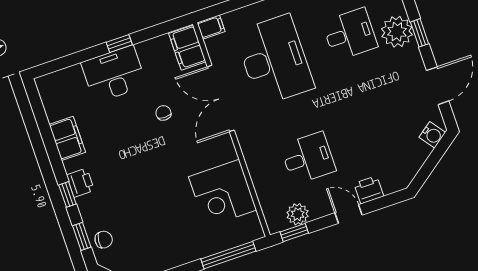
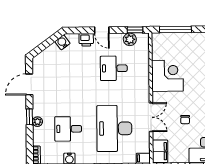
plant: (397, 32) -> (37, 122), width x0.53, depth x0.53
double door: (221, 98) -> (151, 117), width x0.73
water cooler: (432, 135) -> (62, 42), moved
corner desk: (222, 193) -> (167, 76), moved

